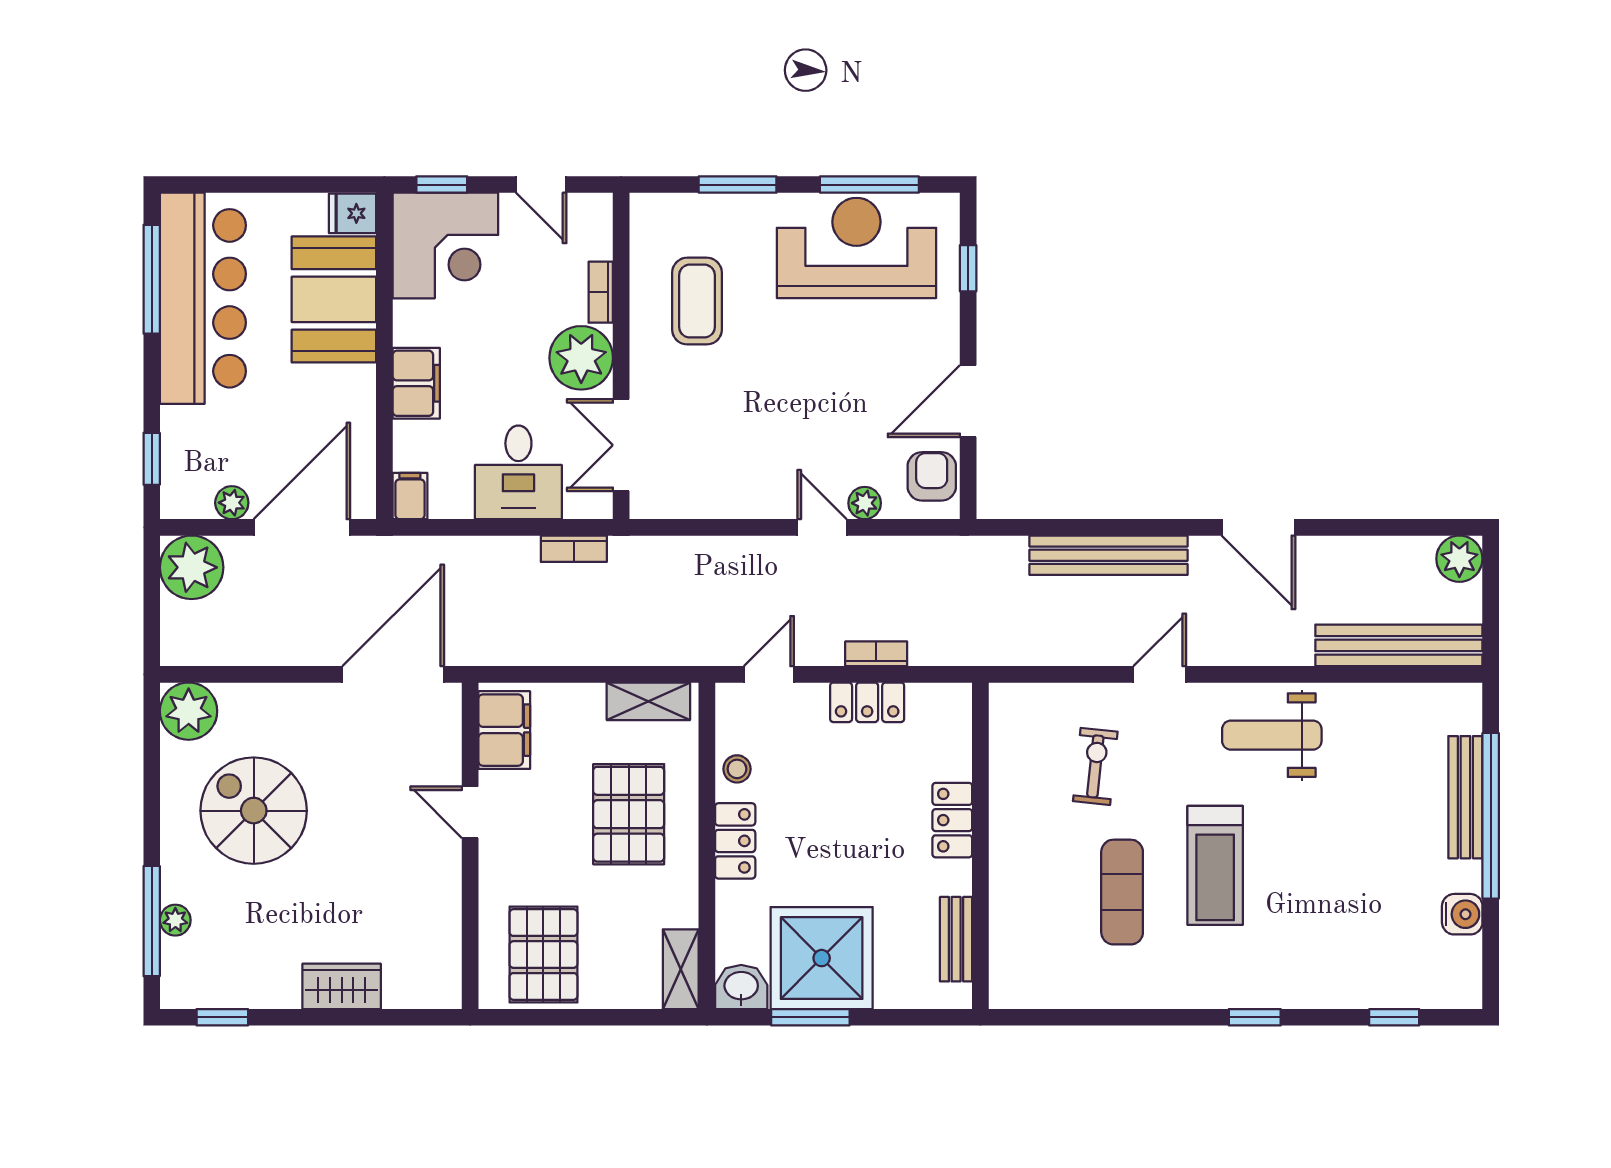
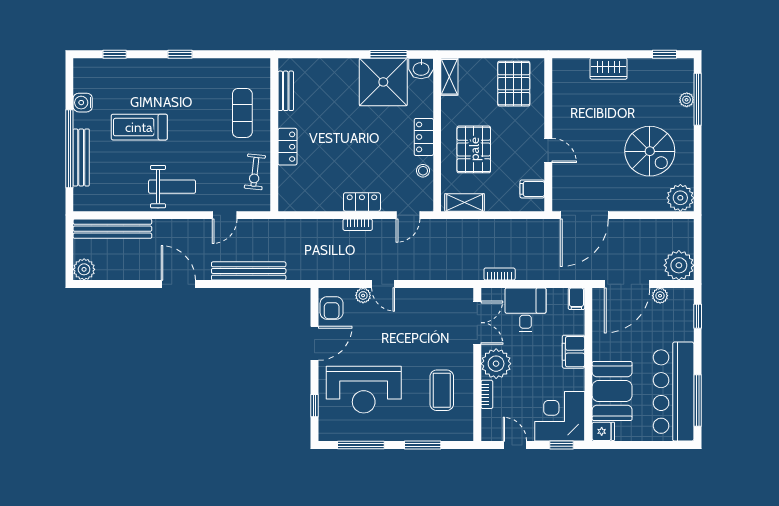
reception desk: (856, 248) -> (364, 390), moved
filing cabinet: (504, 730) -> (532, 189), width x0.50
locker: (952, 820) -> (287, 147), moved
wall: (980, 846) -> (274, 135), moved
treadmill: (1215, 865) -> (139, 127), moved, turned -90
bench: (956, 939) -> (286, 91), moved

